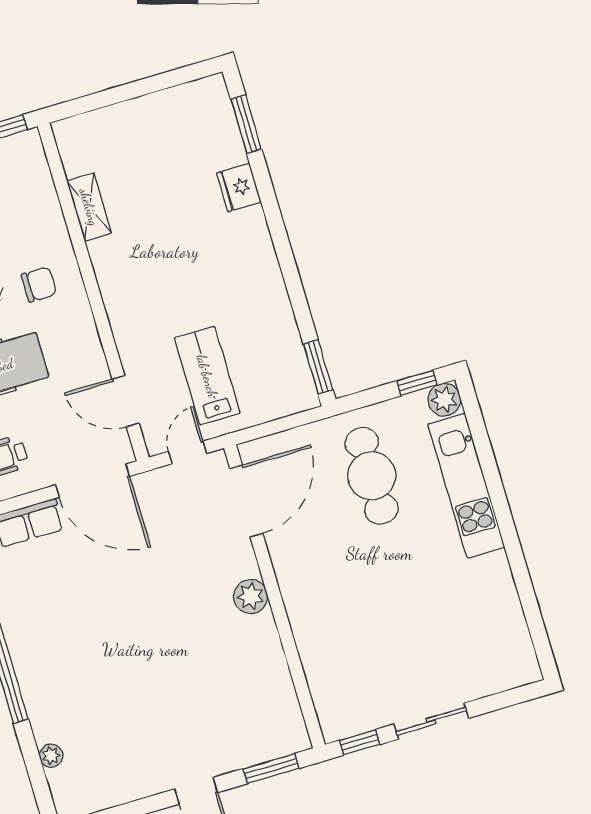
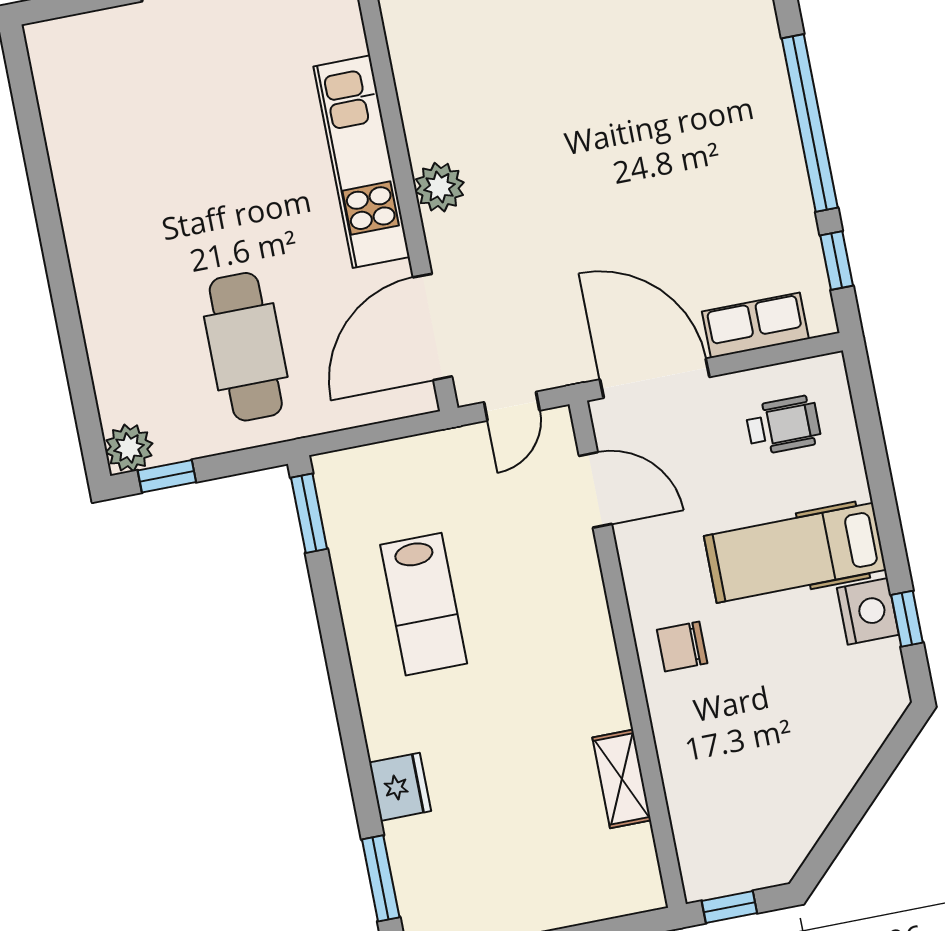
chair: (39, 284) -> (682, 646), moved
lab bench: (207, 376) -> (424, 604), moved
kitchen unit: (466, 486) -> (362, 162), moved, turned 180

